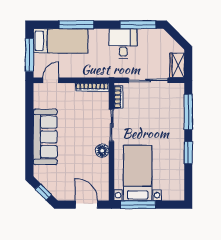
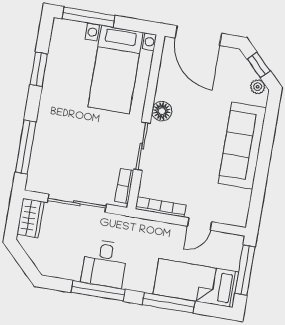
window: (138, 25) -> (98, 291), moved
door: (51, 80) -> (200, 224), moved
window: (188, 153) -> (39, 69), moved
plant: (42, 178) -> (258, 87), added
door: (87, 205) -> (198, 36), width x1.36
window: (138, 205) -> (89, 17), moved

